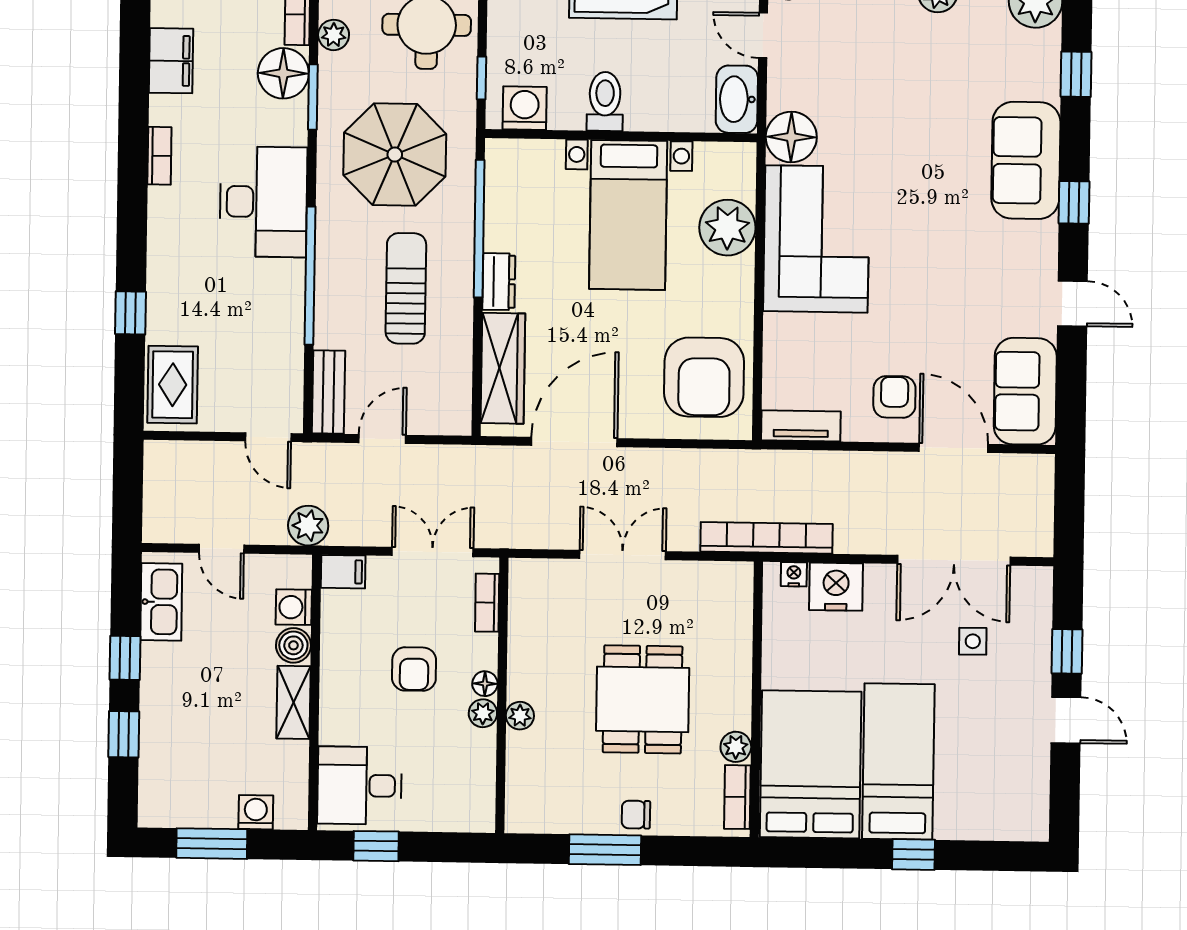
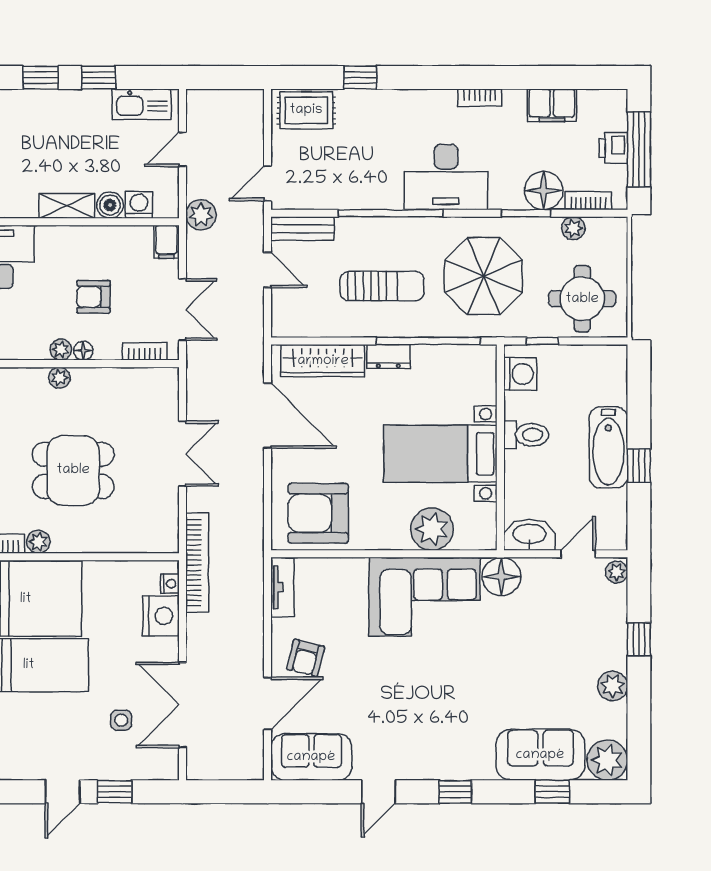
sofa: (1026, 160) -> (540, 755), moved
armchair: (894, 397) -> (306, 658), turned 104

